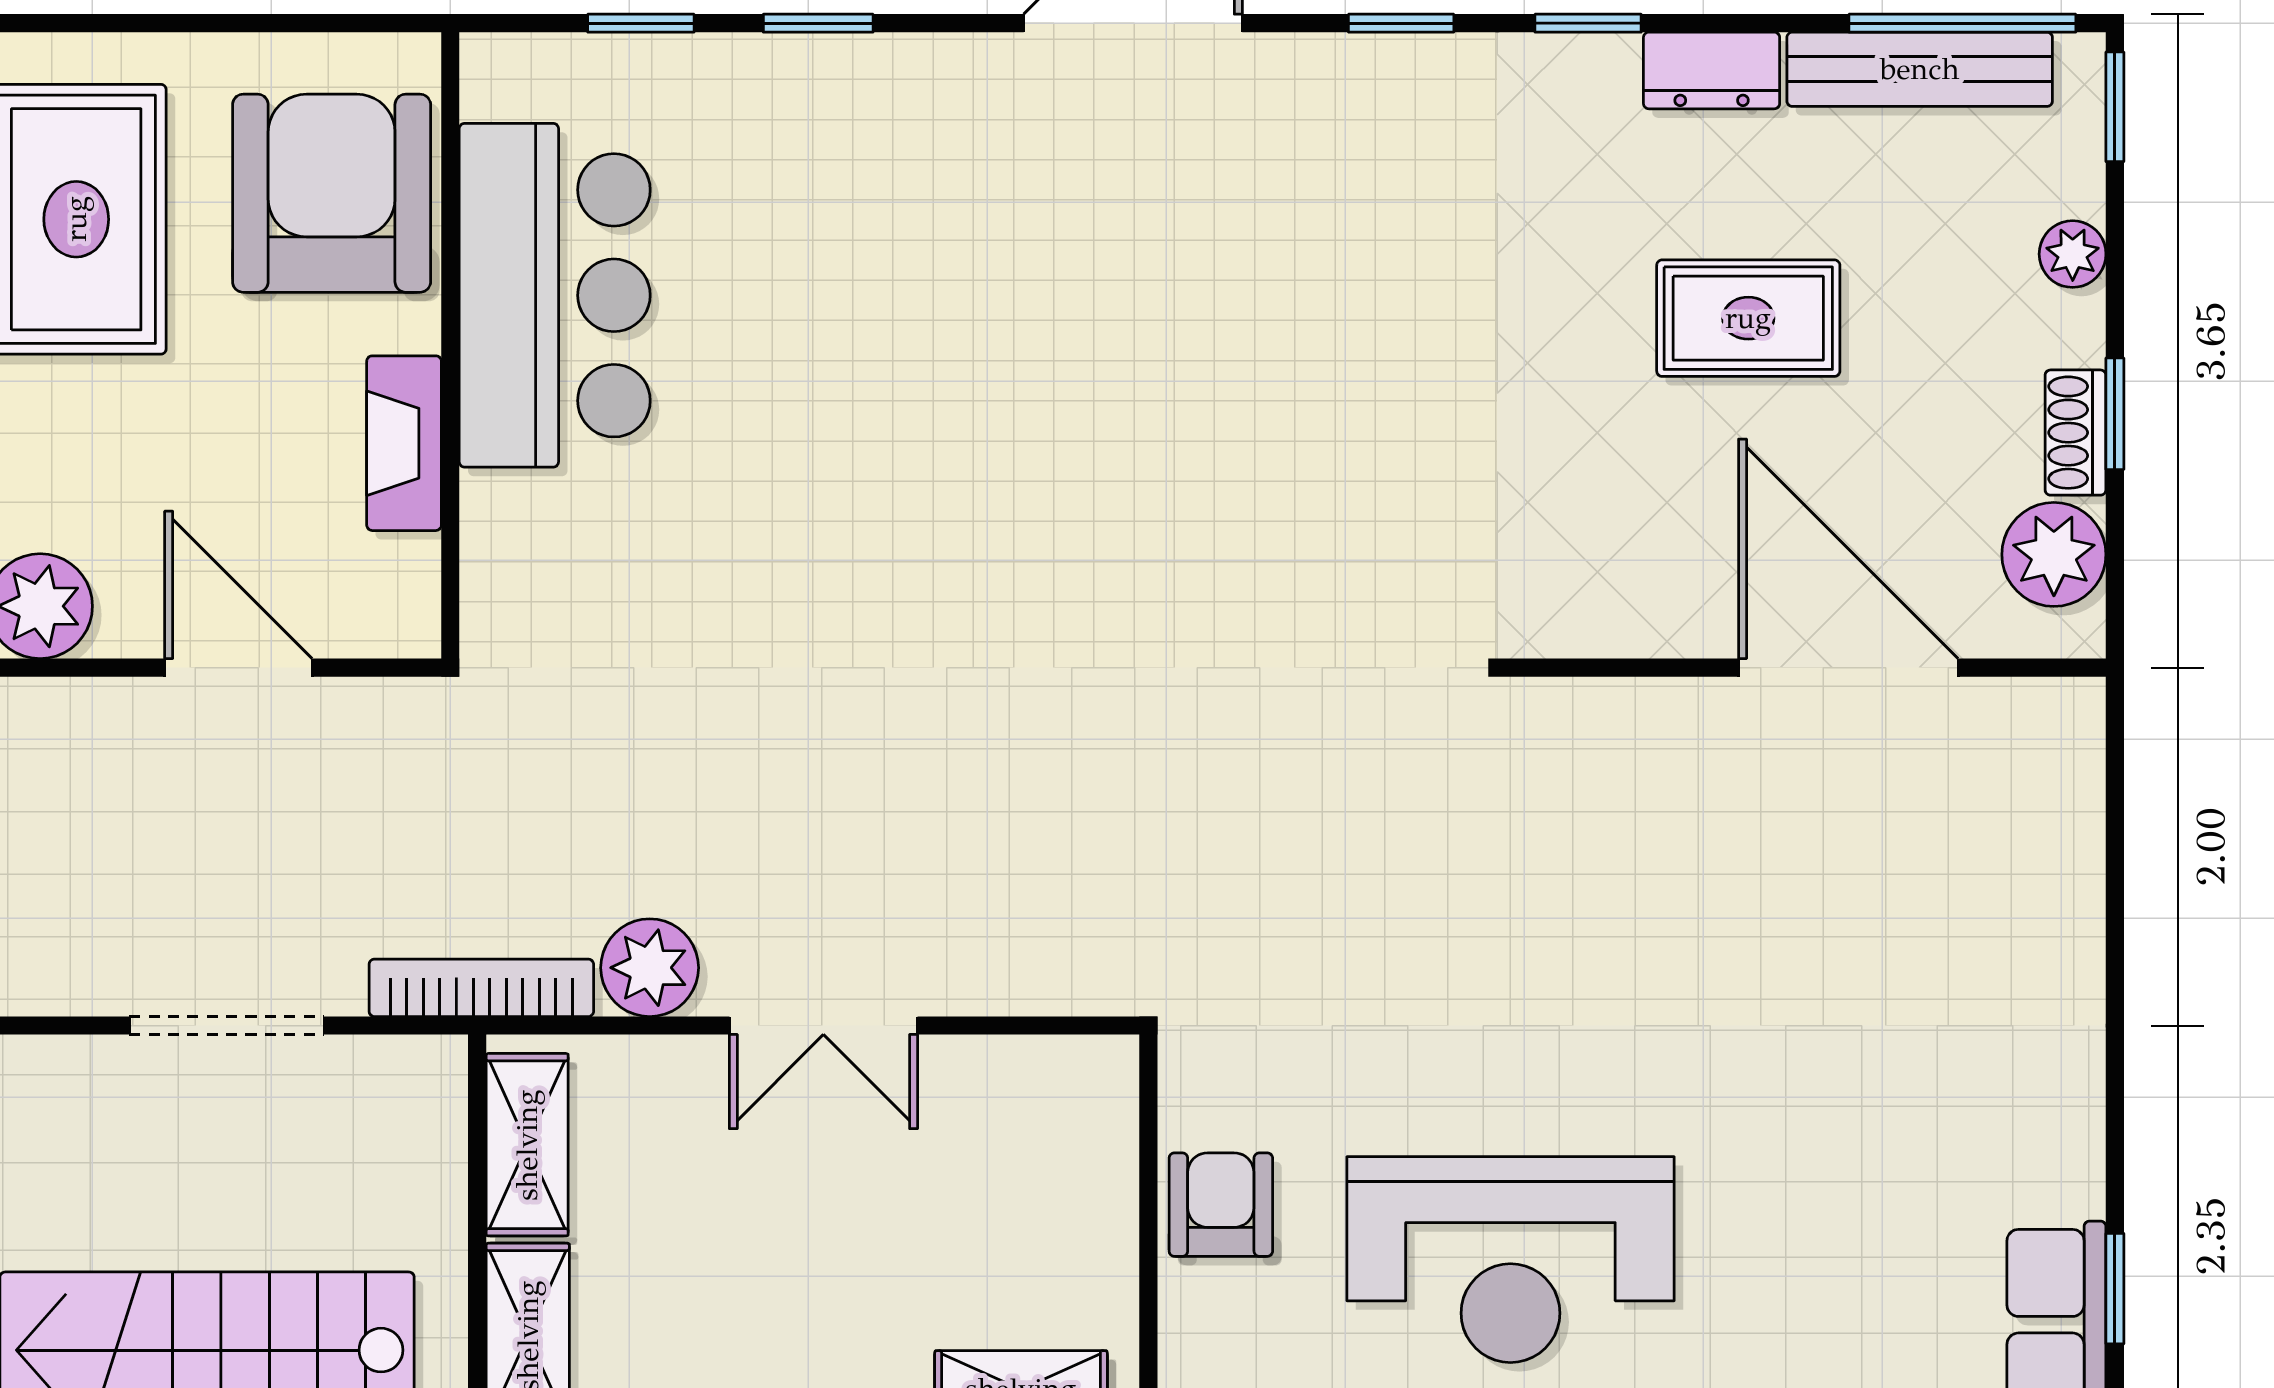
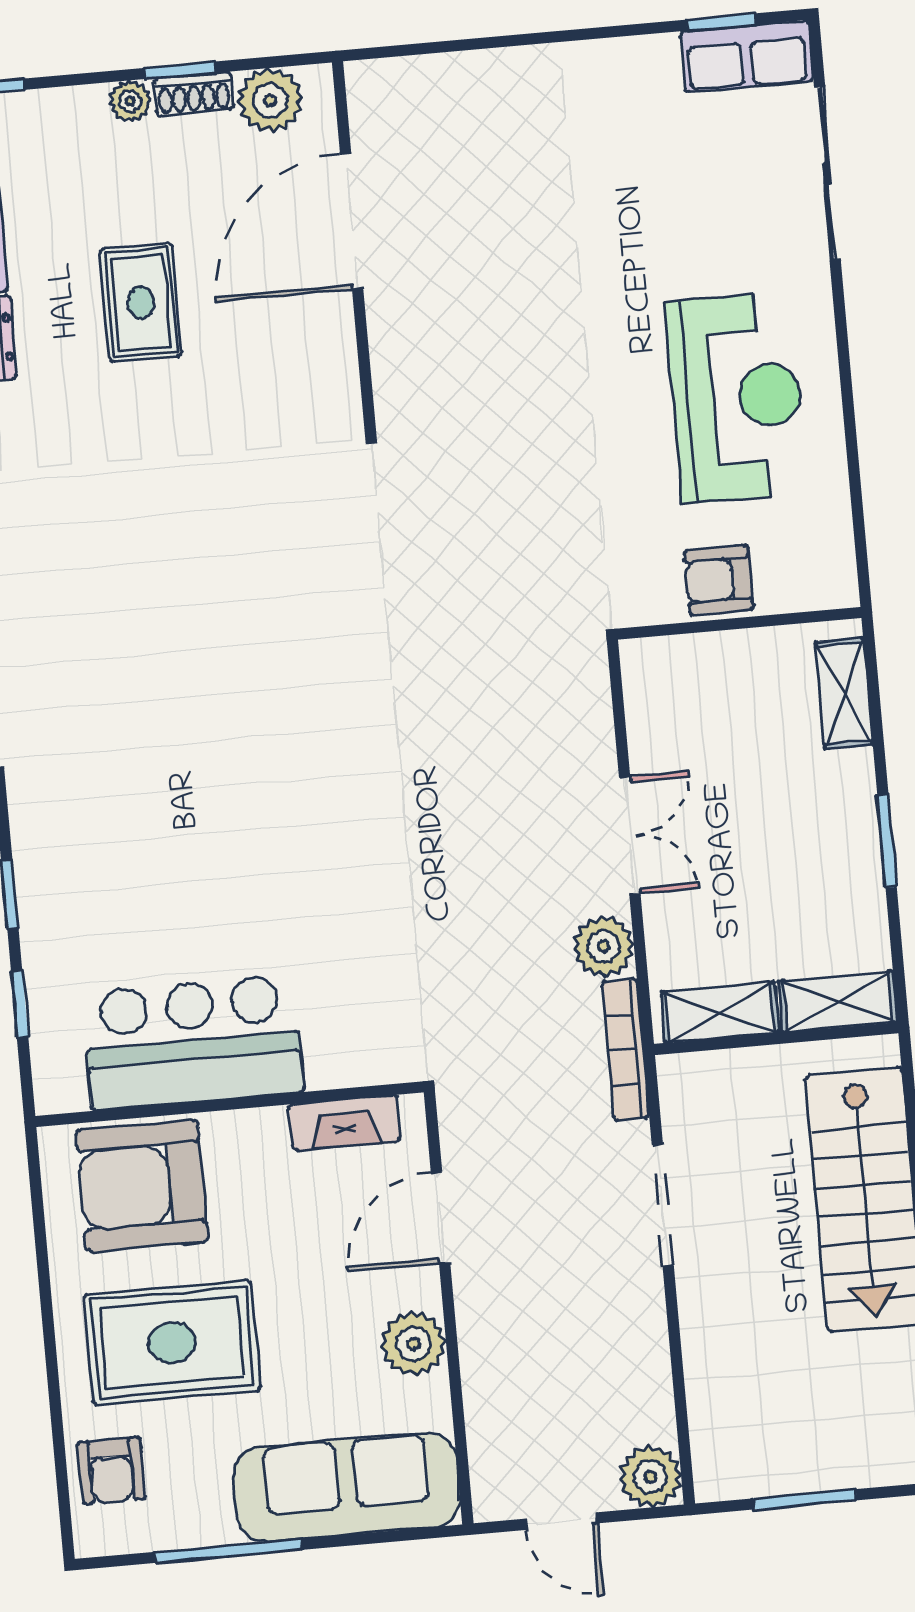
plant: (2073, 254) -> (130, 101), moved
fireplace: (404, 443) -> (345, 1123), moved

